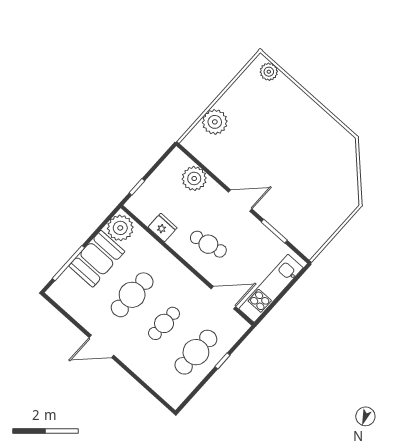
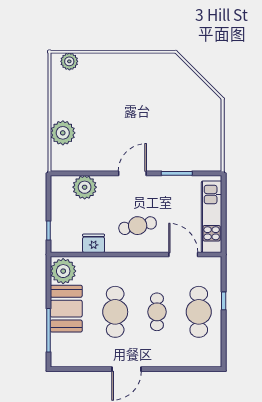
door: (223, 298) -> (183, 255), hinge flipped

